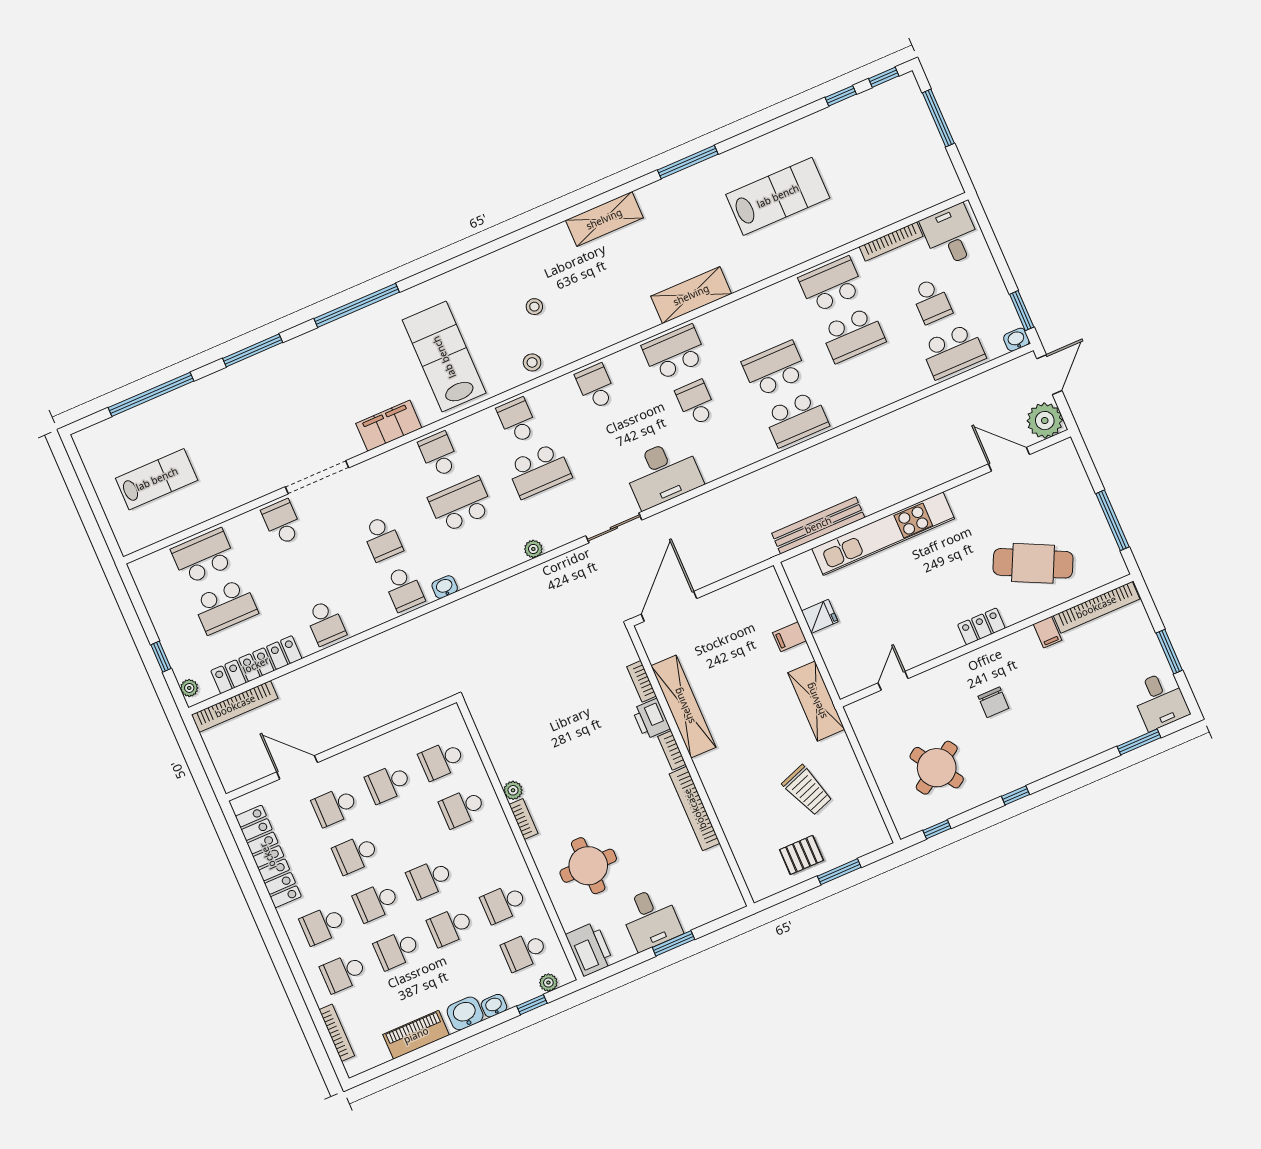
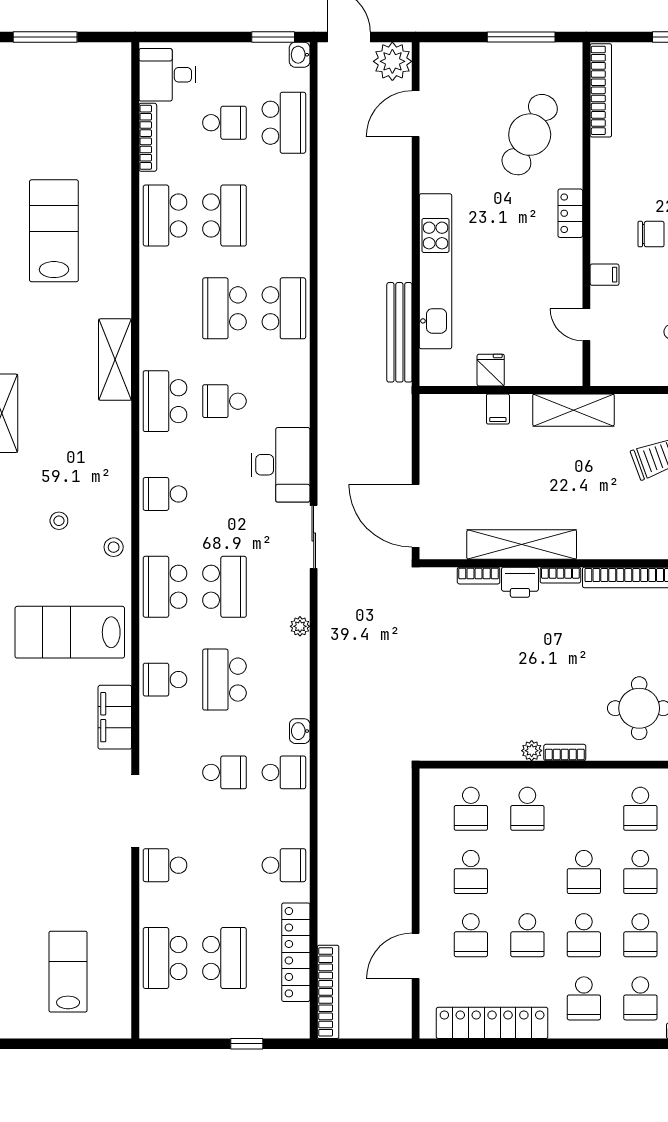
school desk: (517, 420) -> (165, 587), width x1.85
filing cabinet: (1047, 632) -> (605, 275), moved
plant: (189, 688) -> (290, 1029), removed

